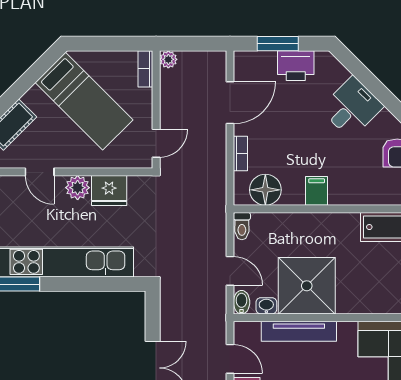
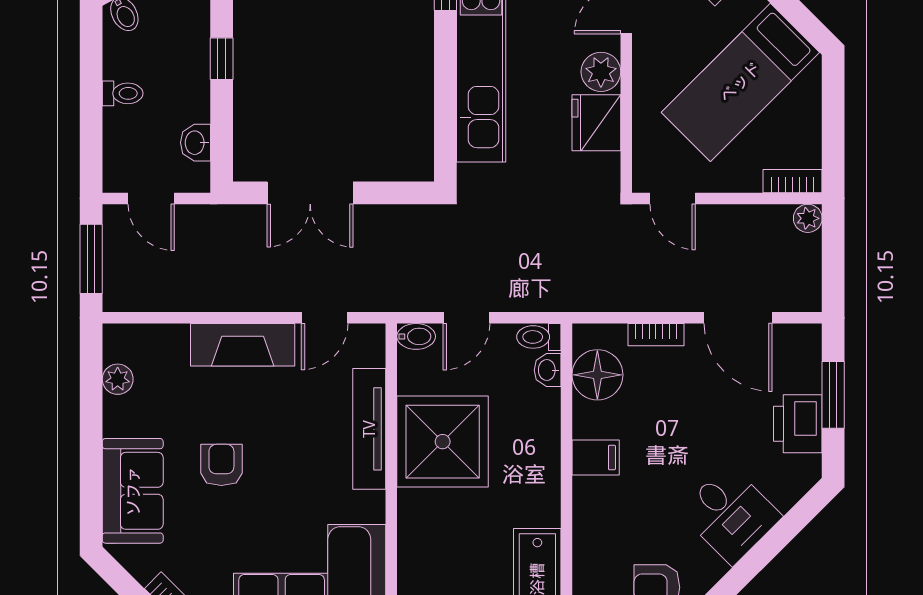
washbasin: (266, 306) -> (548, 370), moved, turned 180

